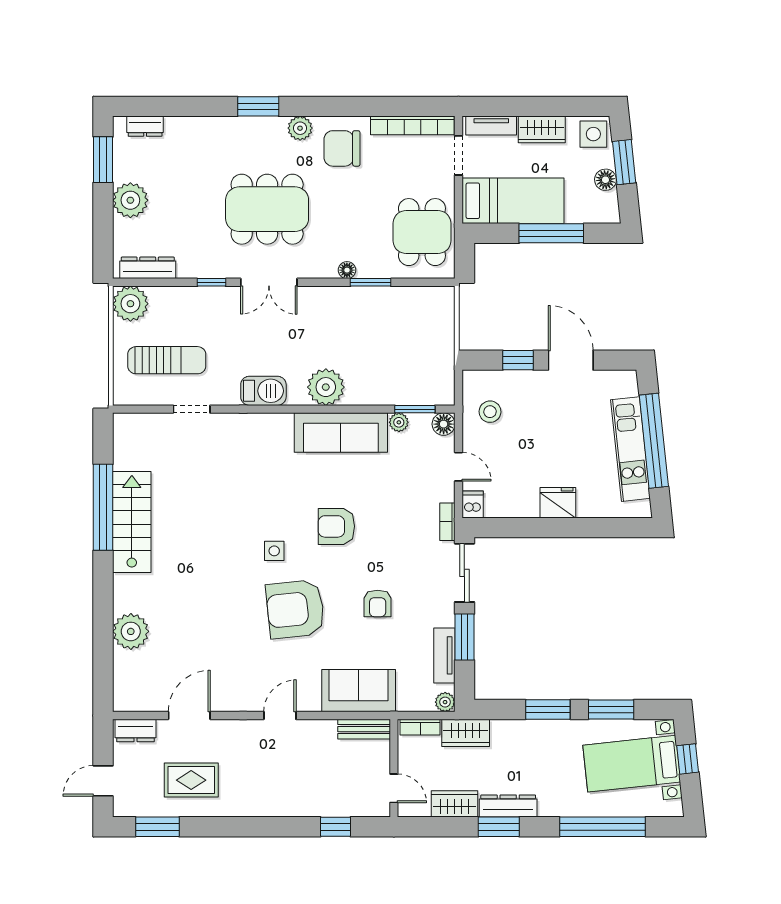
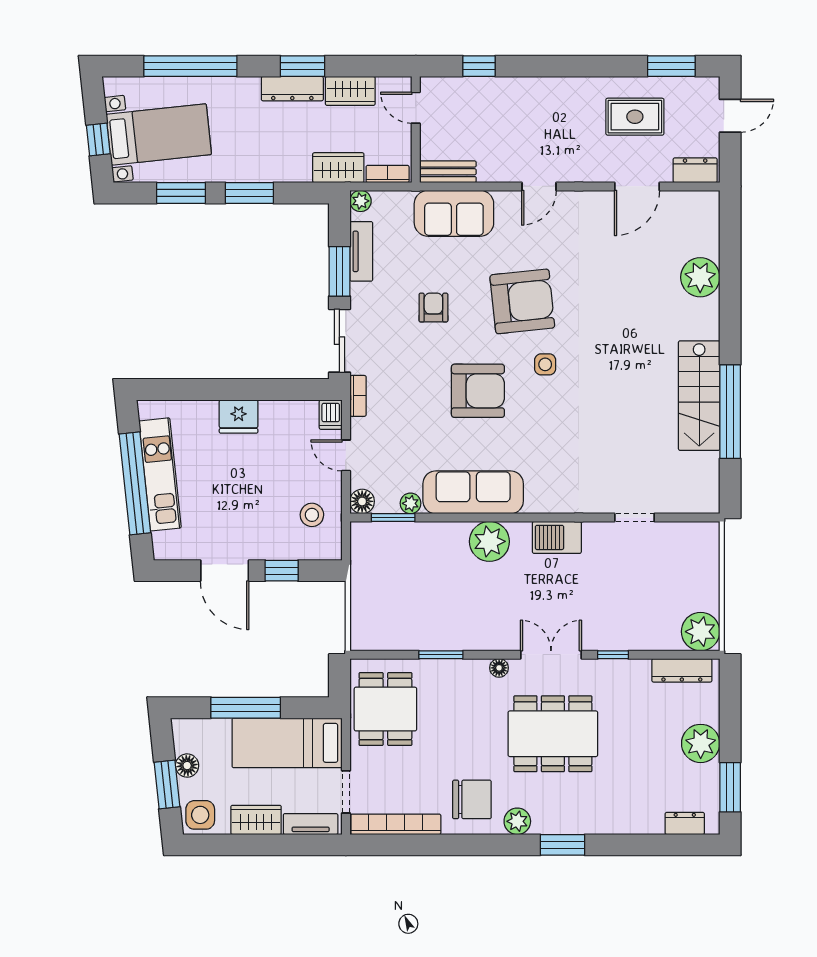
floor lamp: (347, 270) -> (499, 668), moved
sun lounger: (167, 360) -> (661, 571), removed
armchair: (336, 526) -> (478, 391), width x1.36, depth x1.36

